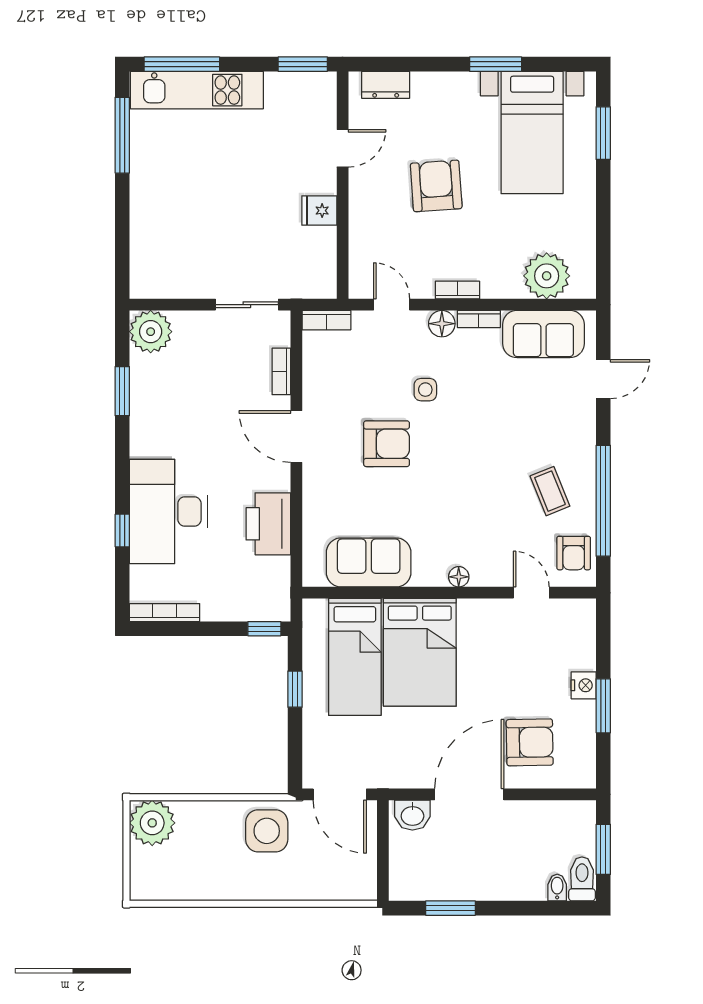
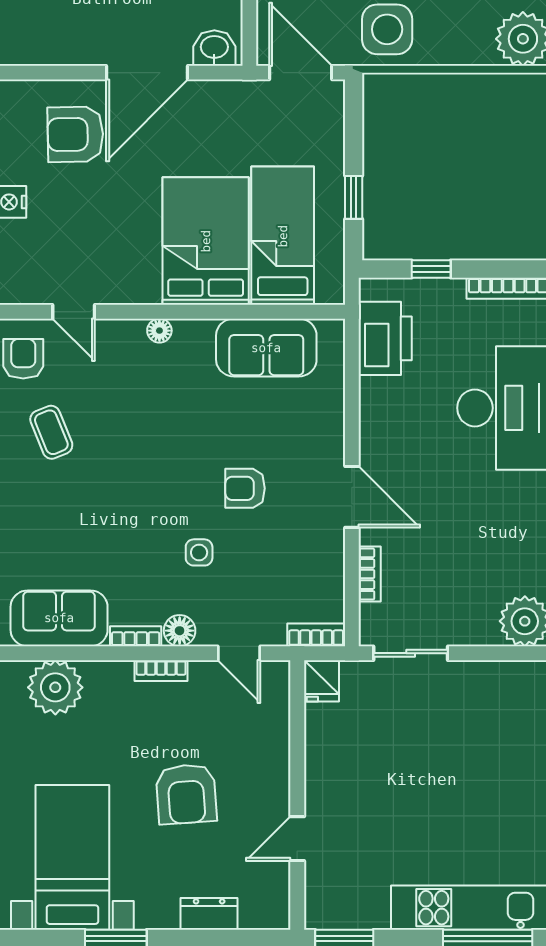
dresser: (386, 85) -> (209, 914), moved
fridge: (319, 211) -> (321, 681), moved, turned 90
armchair: (387, 444) -> (245, 488), width x0.72, depth x0.72
printer: (268, 524) -> (385, 338), moved
window: (264, 629) -> (431, 269), moved

